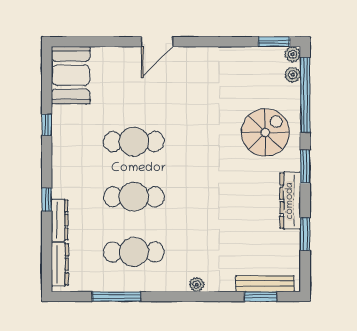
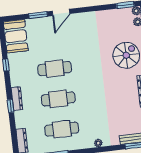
window: (115, 42) -> (38, 15), added
dresser: (60, 220) -> (17, 99), moved

